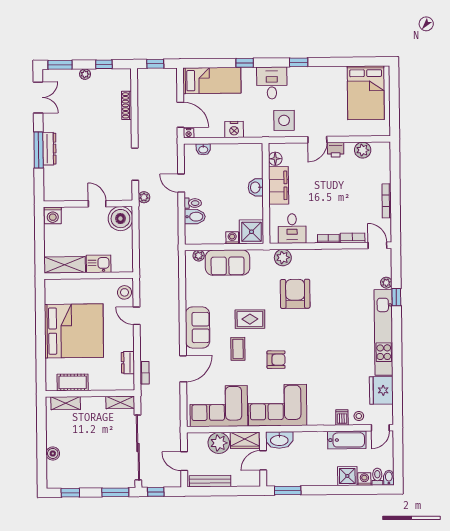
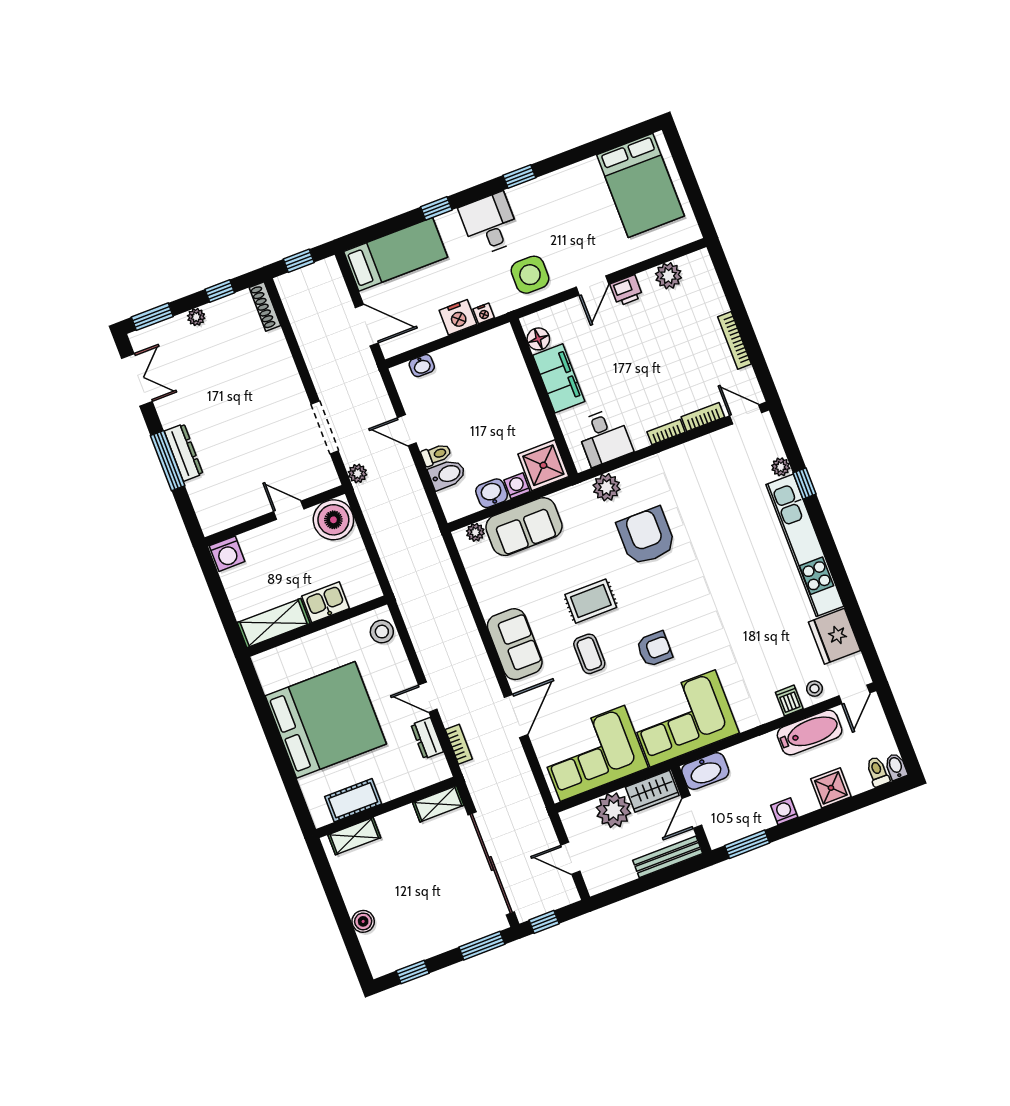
shoe rack: (127, 105) -> (265, 306), moved
nightstand: (189, 133) -> (484, 313), moved
washbasin: (256, 187) -> (492, 493), moved, turned 90
door: (137, 316) -> (428, 697), moved
washing machine: (364, 479) -> (784, 811), moved
bench: (210, 481) -> (668, 857), moved

